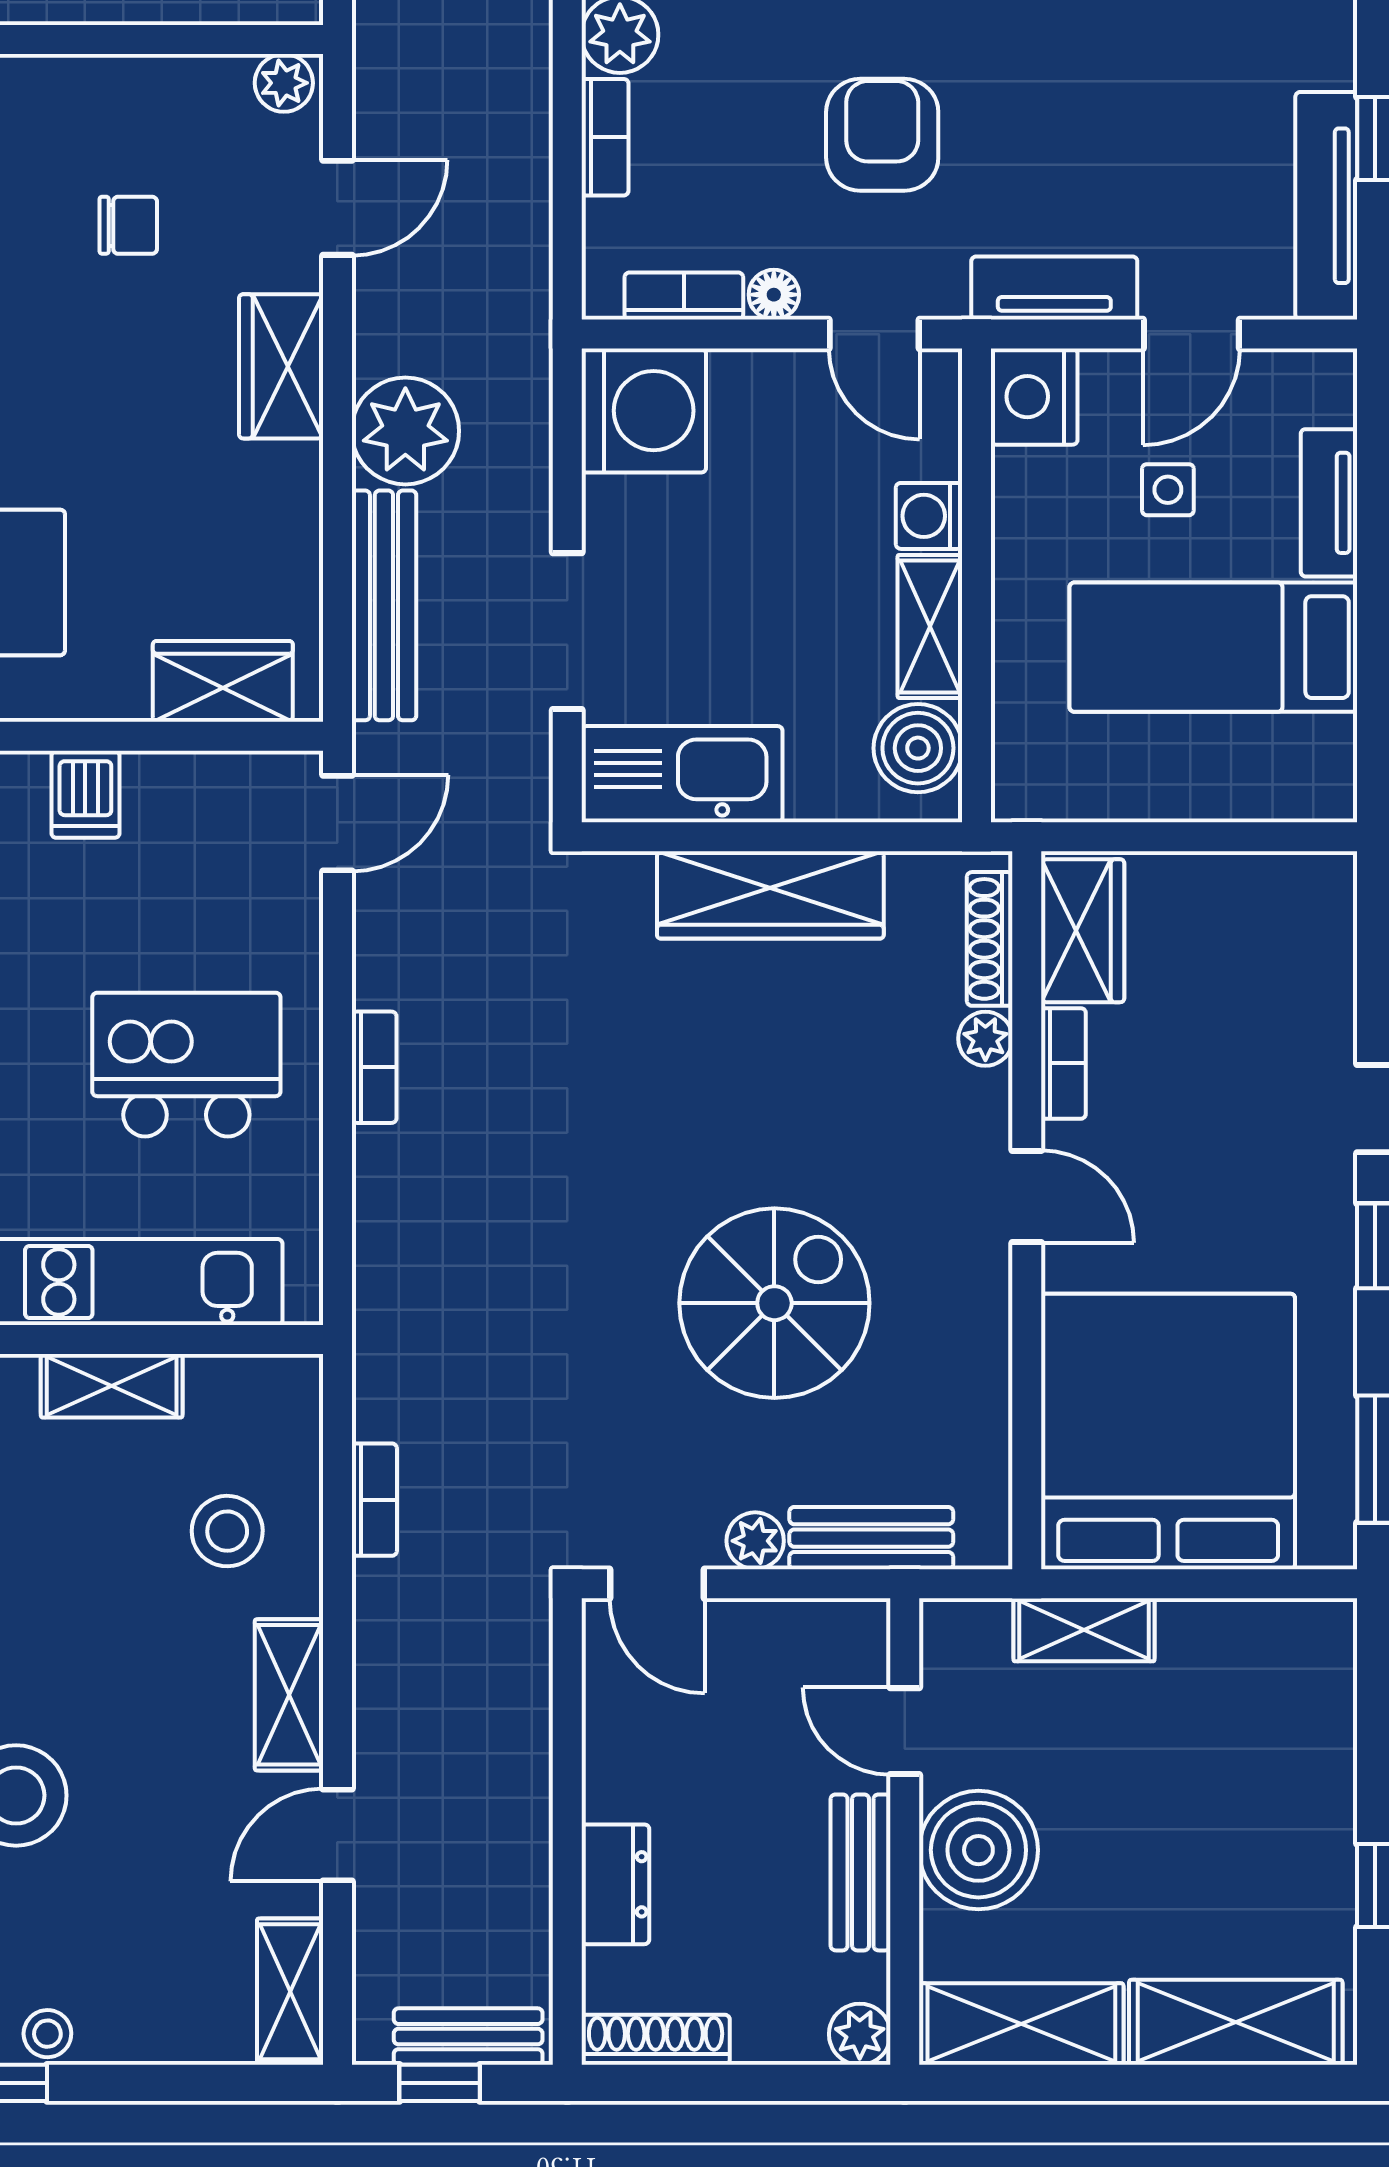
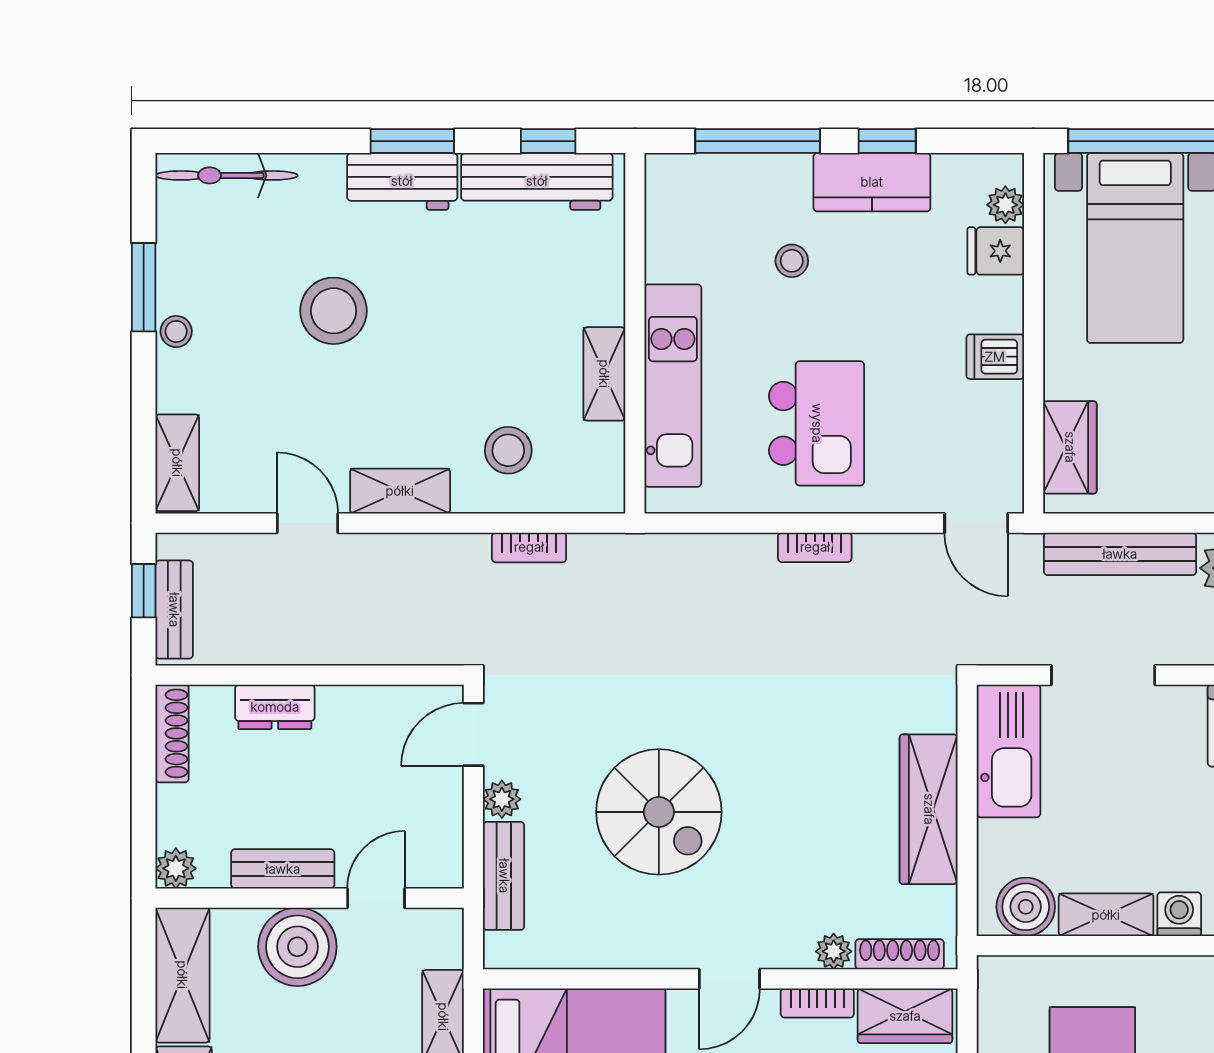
shelving: (290, 1992) -> (177, 463), moved, turned 90

